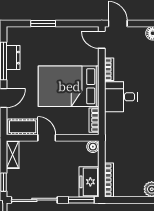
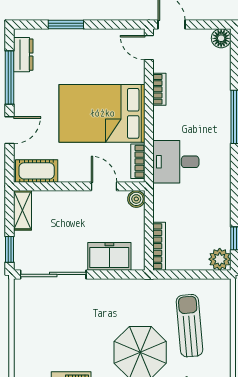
dresser: (13, 58) -> (23, 55), moved
desk: (121, 97) -> (176, 162), moved
door: (47, 138) -> (104, 186), moved
freezer: (89, 182) -> (109, 256), moved, turned 90
window: (81, 200) -> (120, 274), removed

